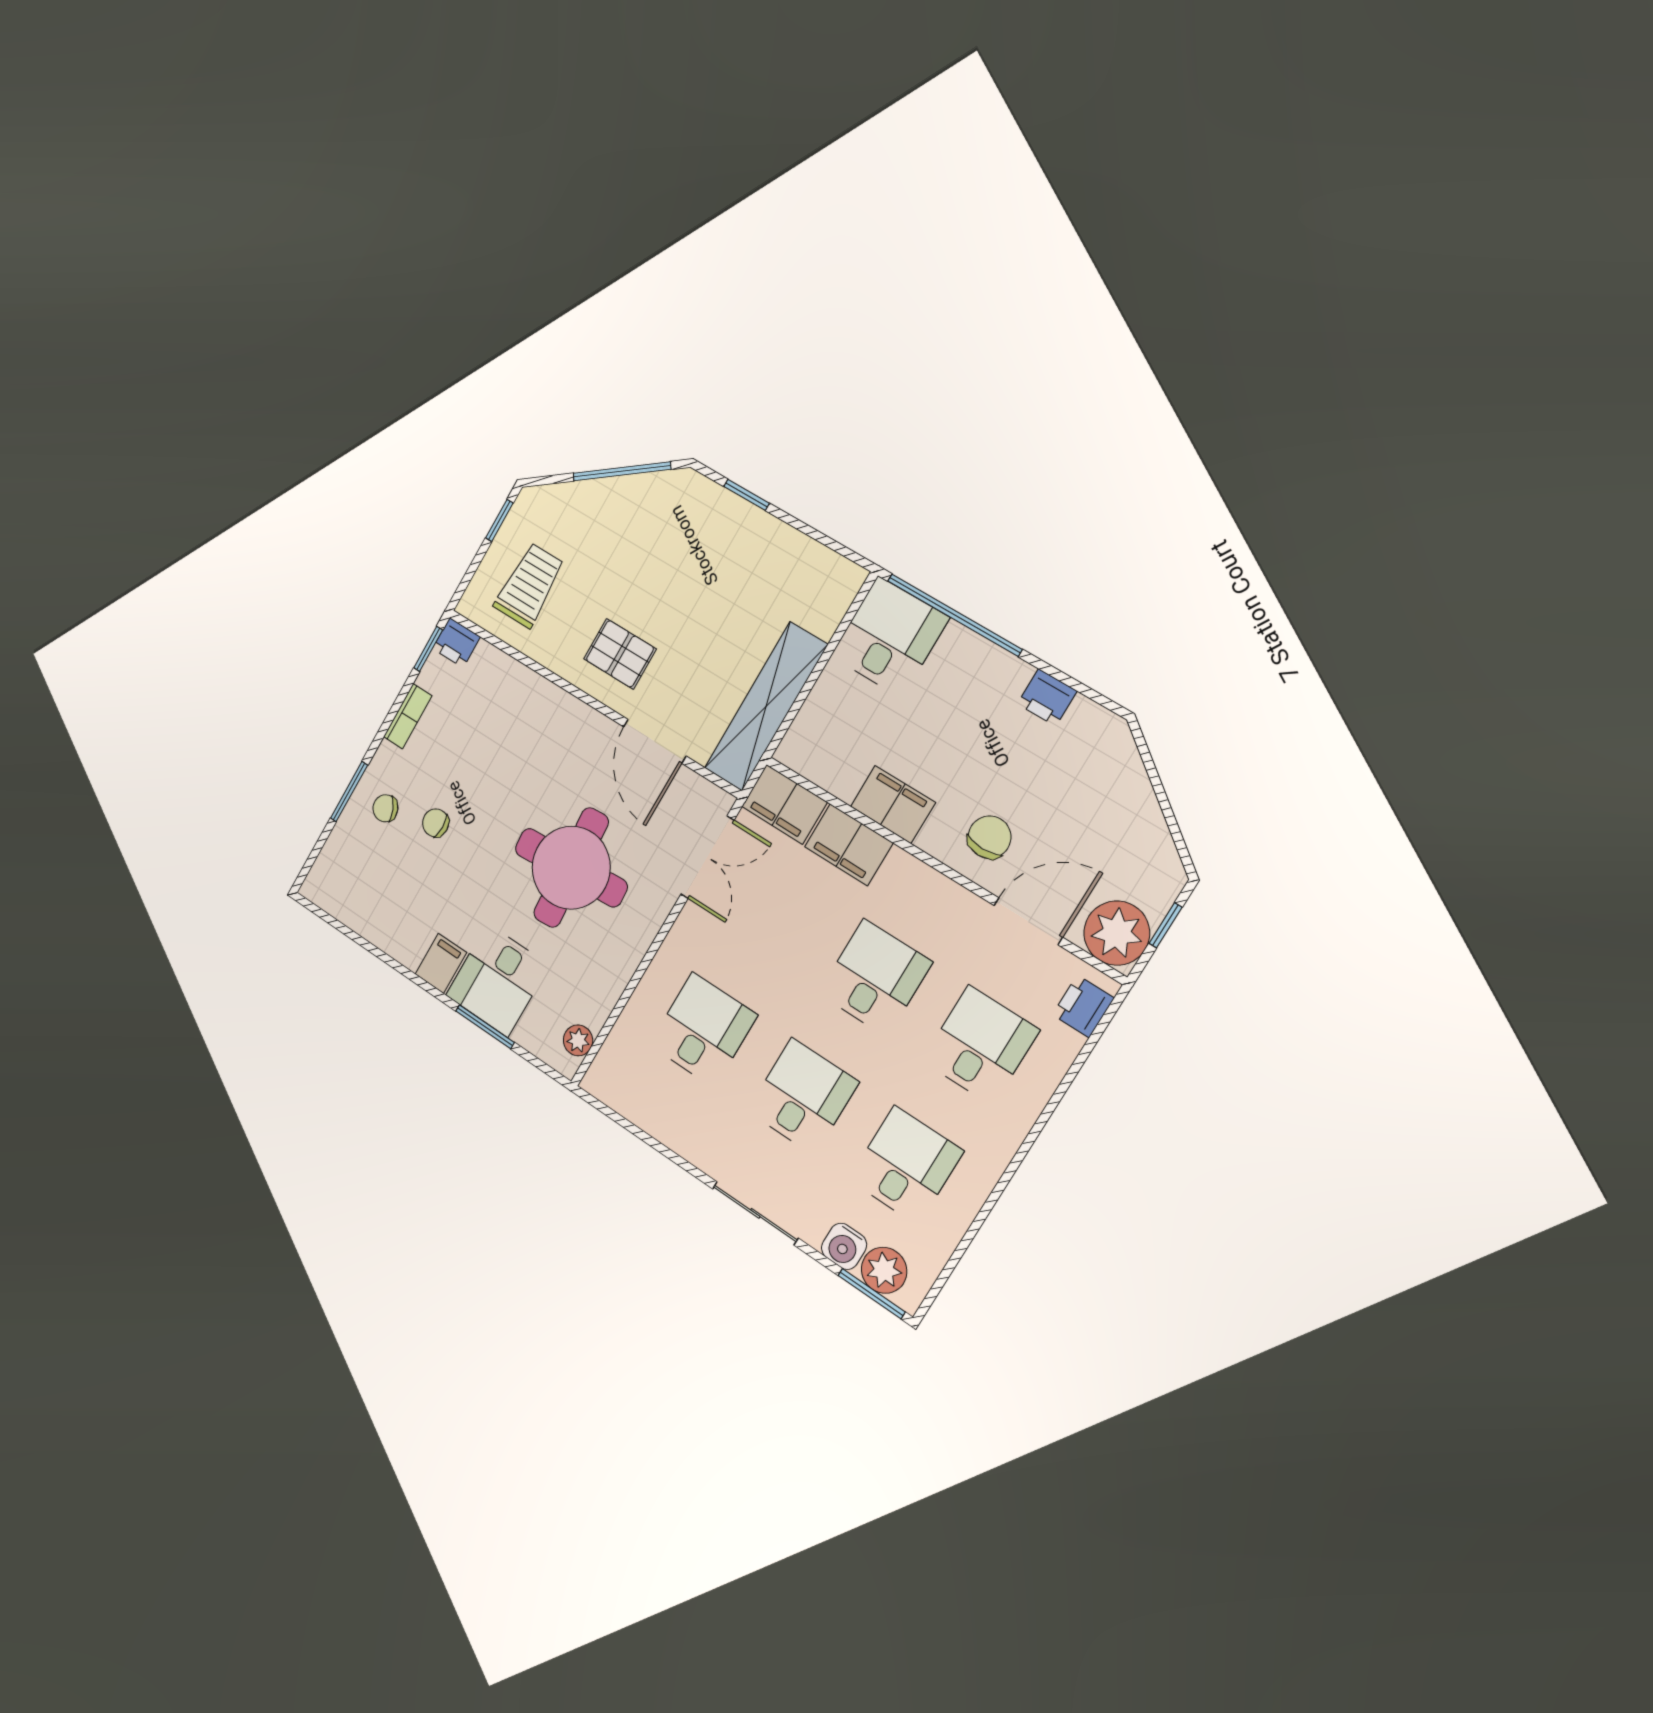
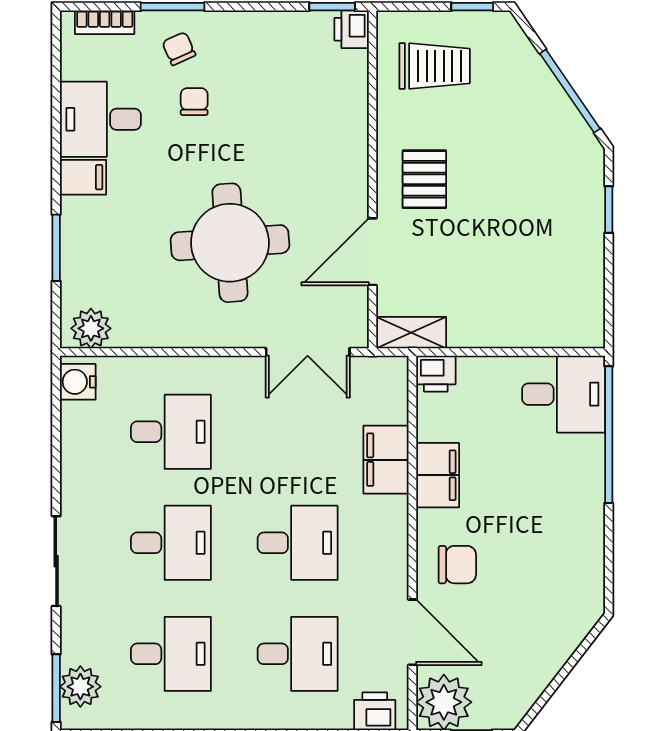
printer: (1047, 697) -> (436, 374), moved, turned -90
shelving: (766, 707) -> (411, 333), width x0.45, depth x0.75
bookcase: (408, 716) -> (105, 22), moved
filing cabinet: (784, 804) -> (386, 389), removed
desk: (497, 980) -> (100, 119), moved
plant: (578, 1040) -> (91, 328), width x1.38, depth x1.38
water cooler: (844, 1246) -> (78, 382), moved

